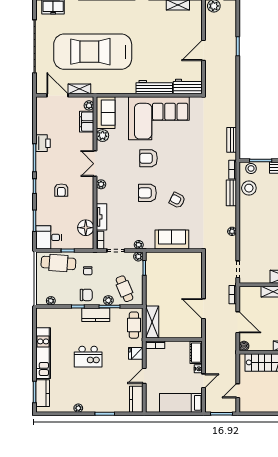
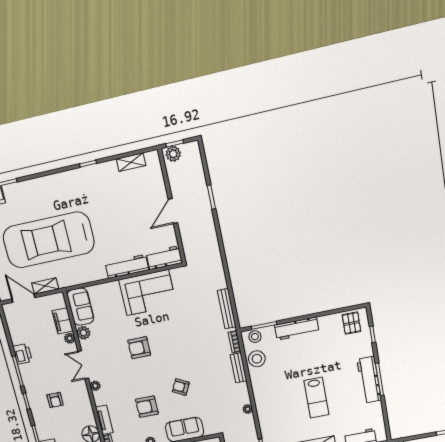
plant: (89, 105) -> (70, 338), moved
corner sofa: (159, 118) -> (148, 293), width x0.73, depth x0.74
bench: (232, 140) -> (227, 309), width x1.36
armchair: (147, 193) -> (147, 407), moved

